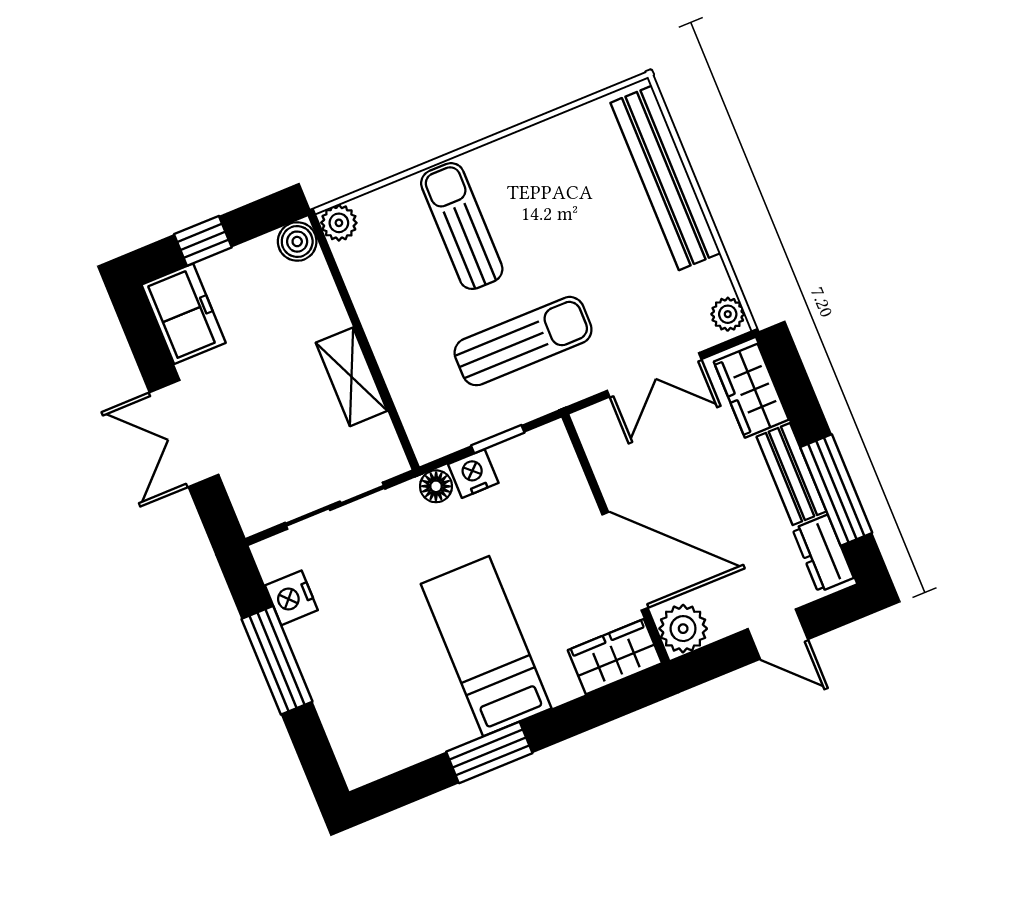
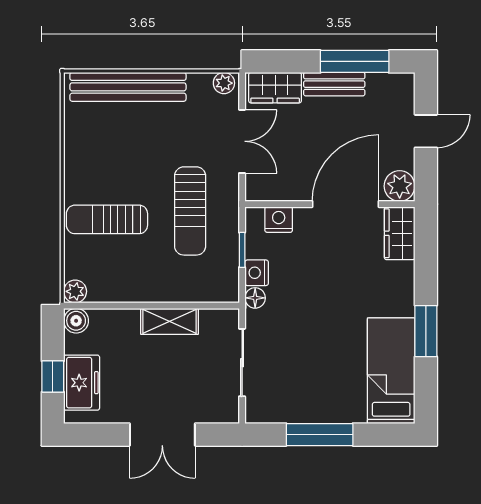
freezer: (184, 314) -> (82, 383), moved, turned 90
sun lounger: (523, 341) -> (190, 211), turned 180
dresser: (823, 553) -> (389, 85), removed
nightstand: (291, 598) -> (279, 220), moved, turned 180
bed: (486, 646) -> (391, 371), moved, turned 90

